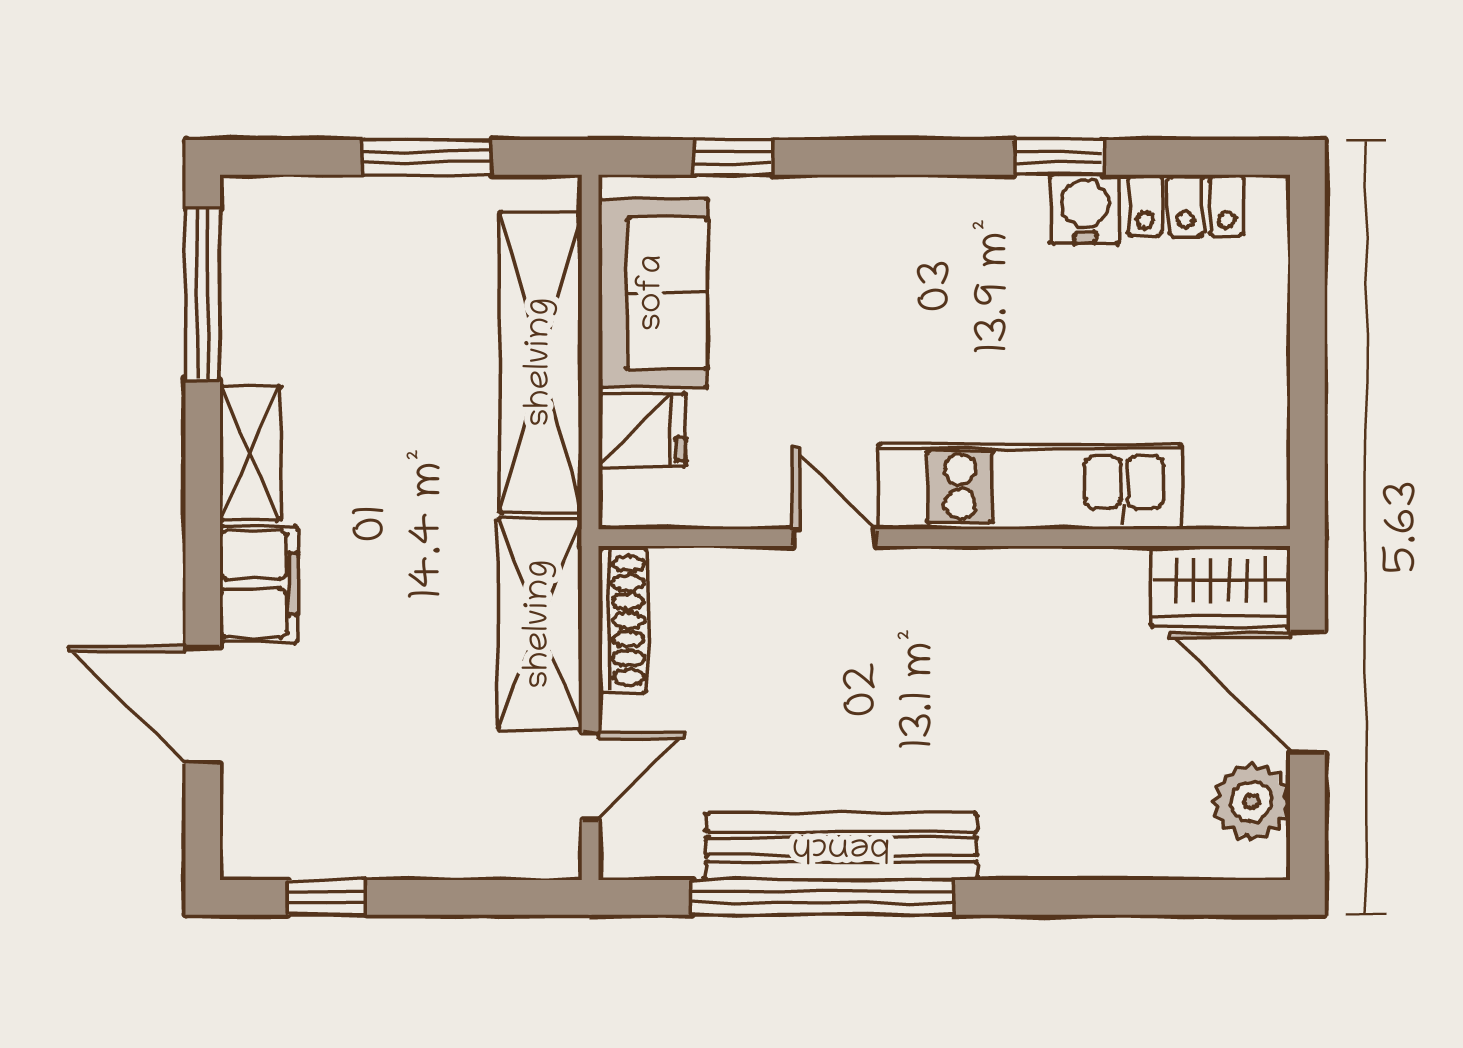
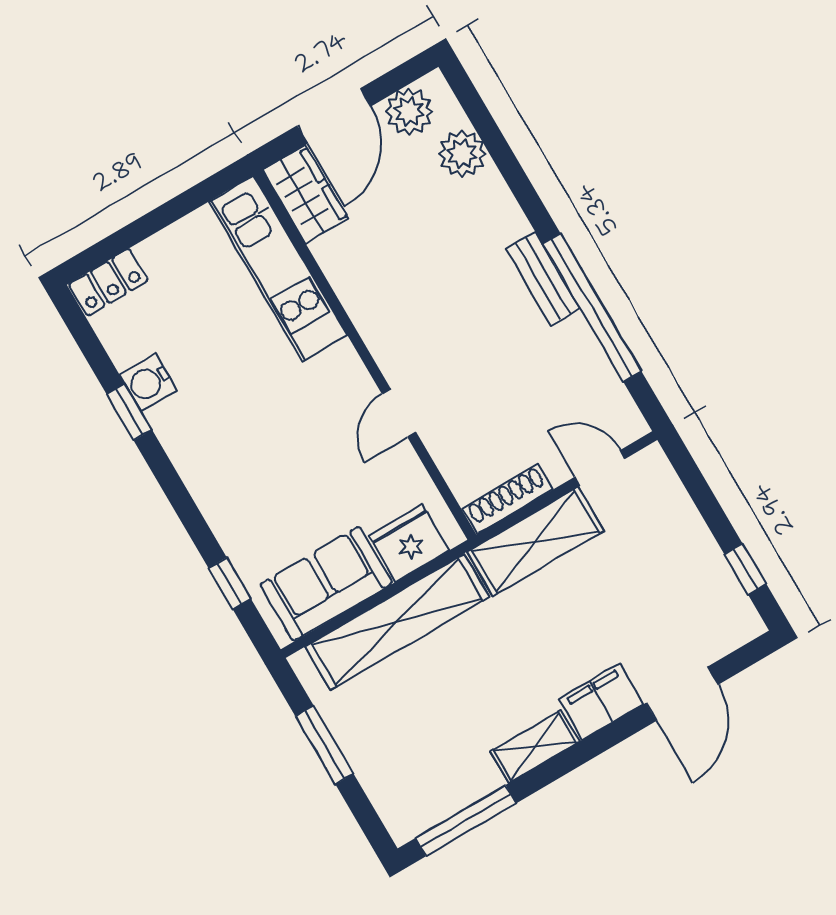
locker: (1186, 205) -> (108, 282), moved, turned 90
fridge: (642, 430) -> (409, 543), width x1.38
kitchen unit: (1030, 487) -> (278, 268), moved
plant: (1148, 841) -> (462, 154), added
bench: (841, 846) -> (543, 279), width x0.54, depth x0.82

